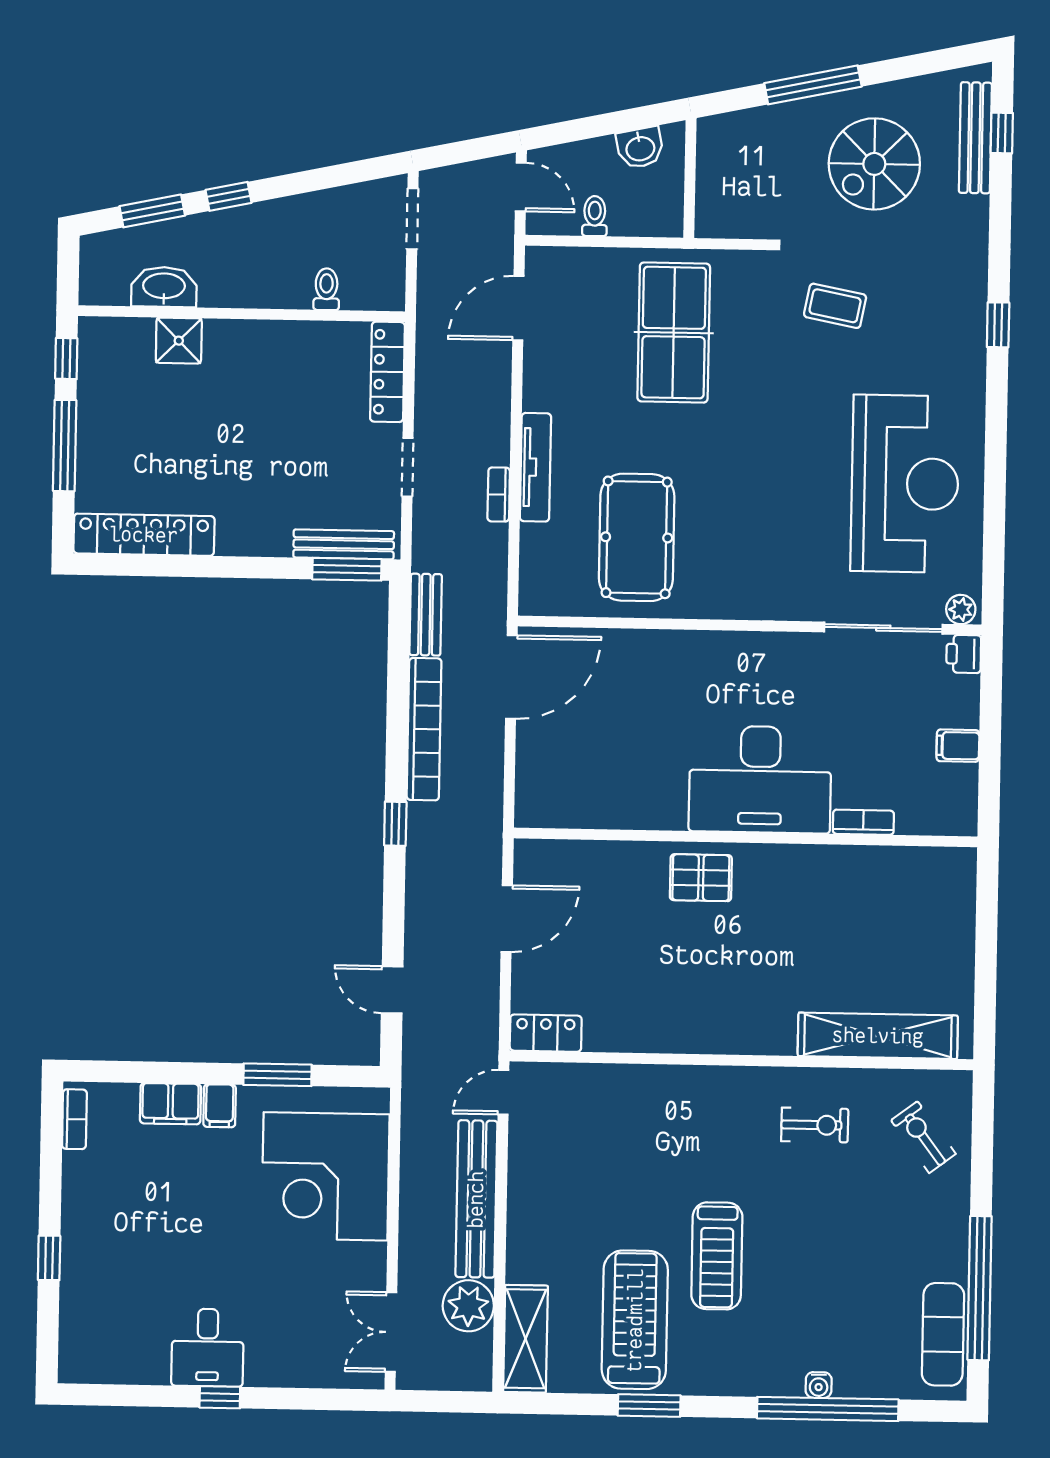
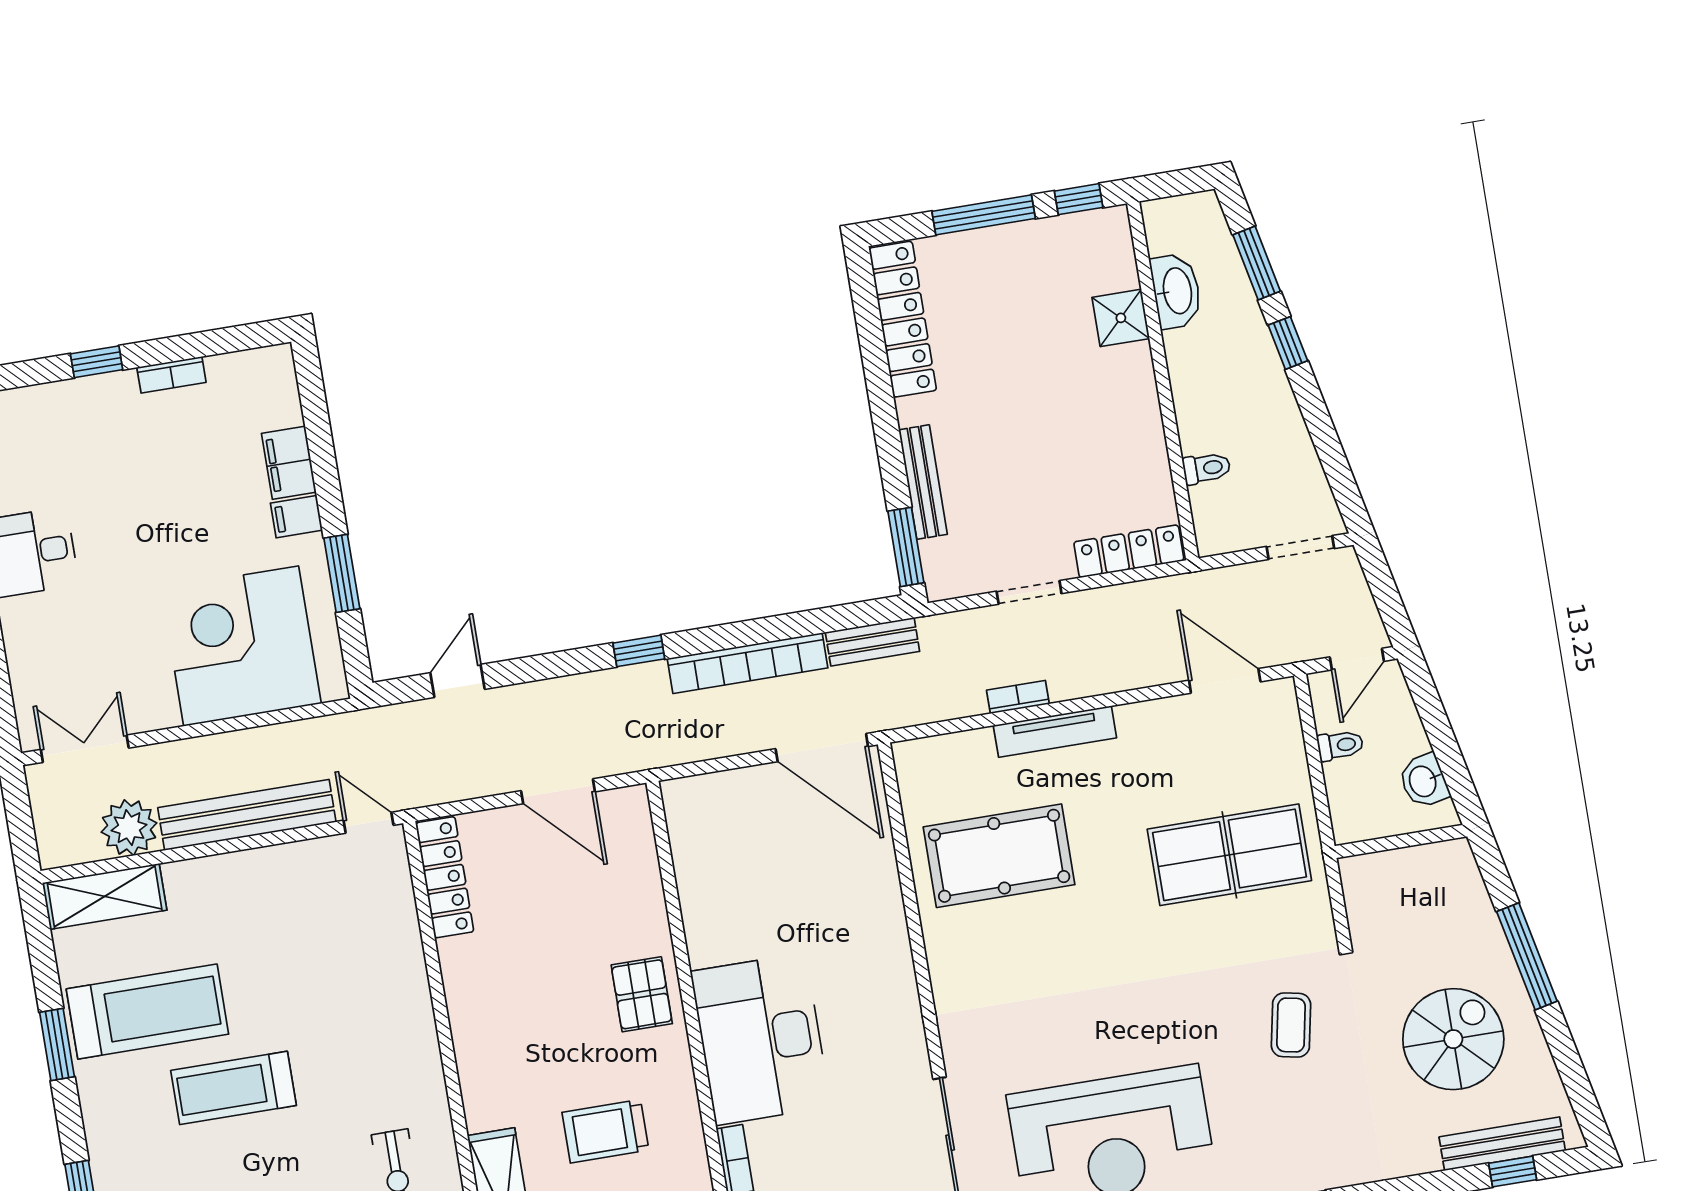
spiral stairs: (874, 164) -> (1453, 1039), turned 90
bench: (344, 544) -> (923, 482), moved
trolley: (817, 933) -> (605, 1131), added
locker: (546, 1033) -> (445, 877), width x1.53
bookcase: (74, 1119) -> (171, 375), moved

